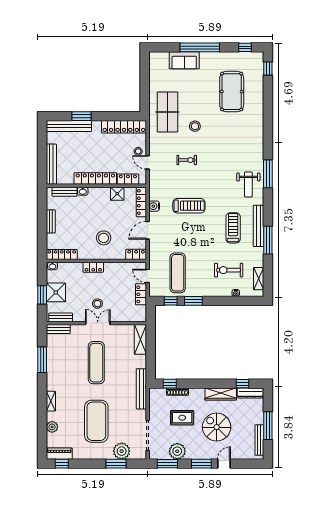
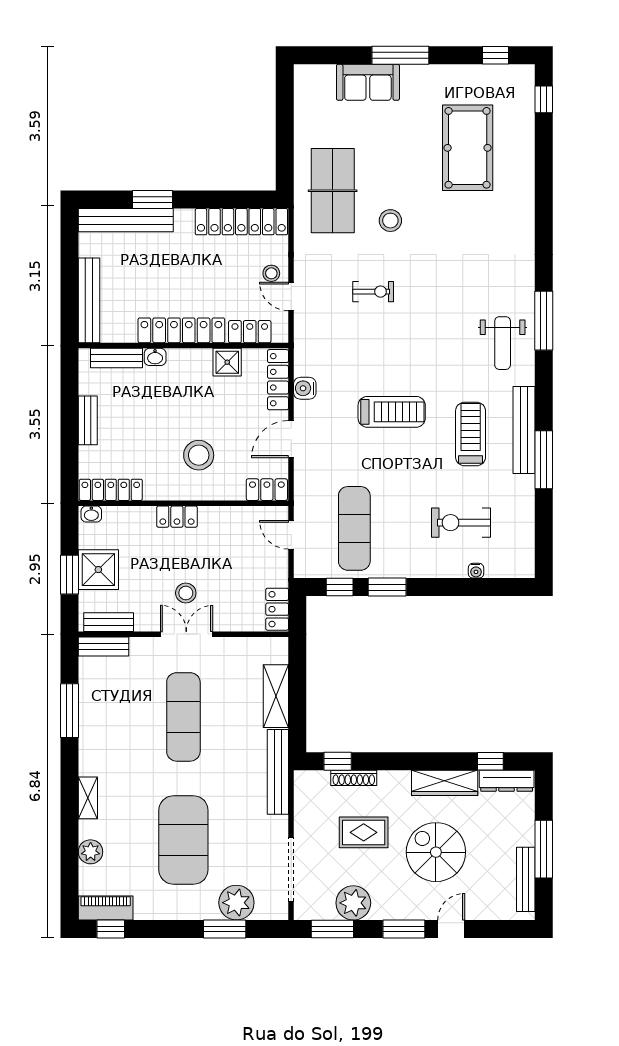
window: (200, 47) -> (400, 55), width x0.68
treadmill: (189, 206) -> (392, 412), moved
shelving: (259, 279) -> (524, 541), removed
locker: (141, 294) -> (277, 609), moved
shelving: (140, 339) -> (276, 696), moved

